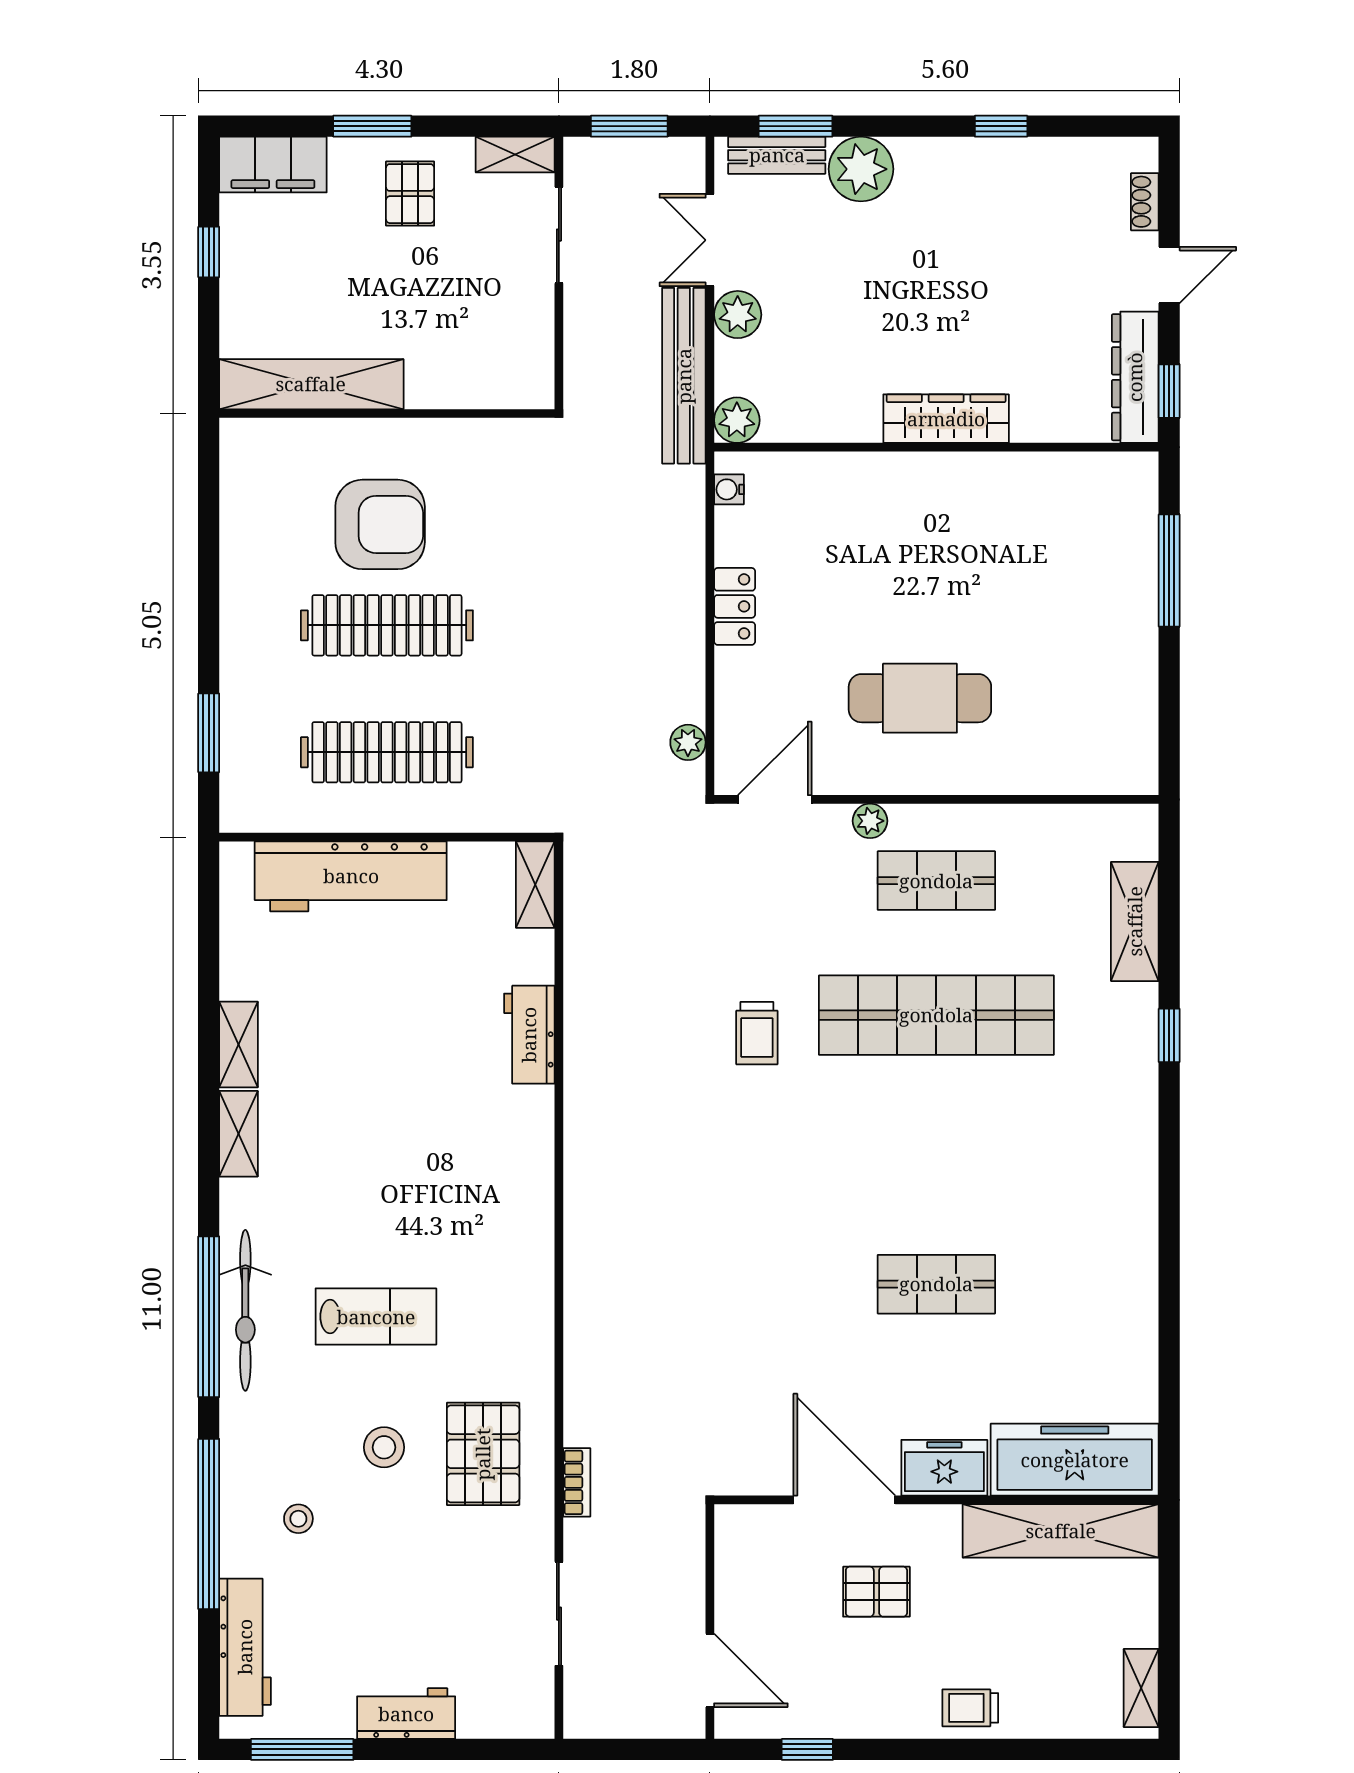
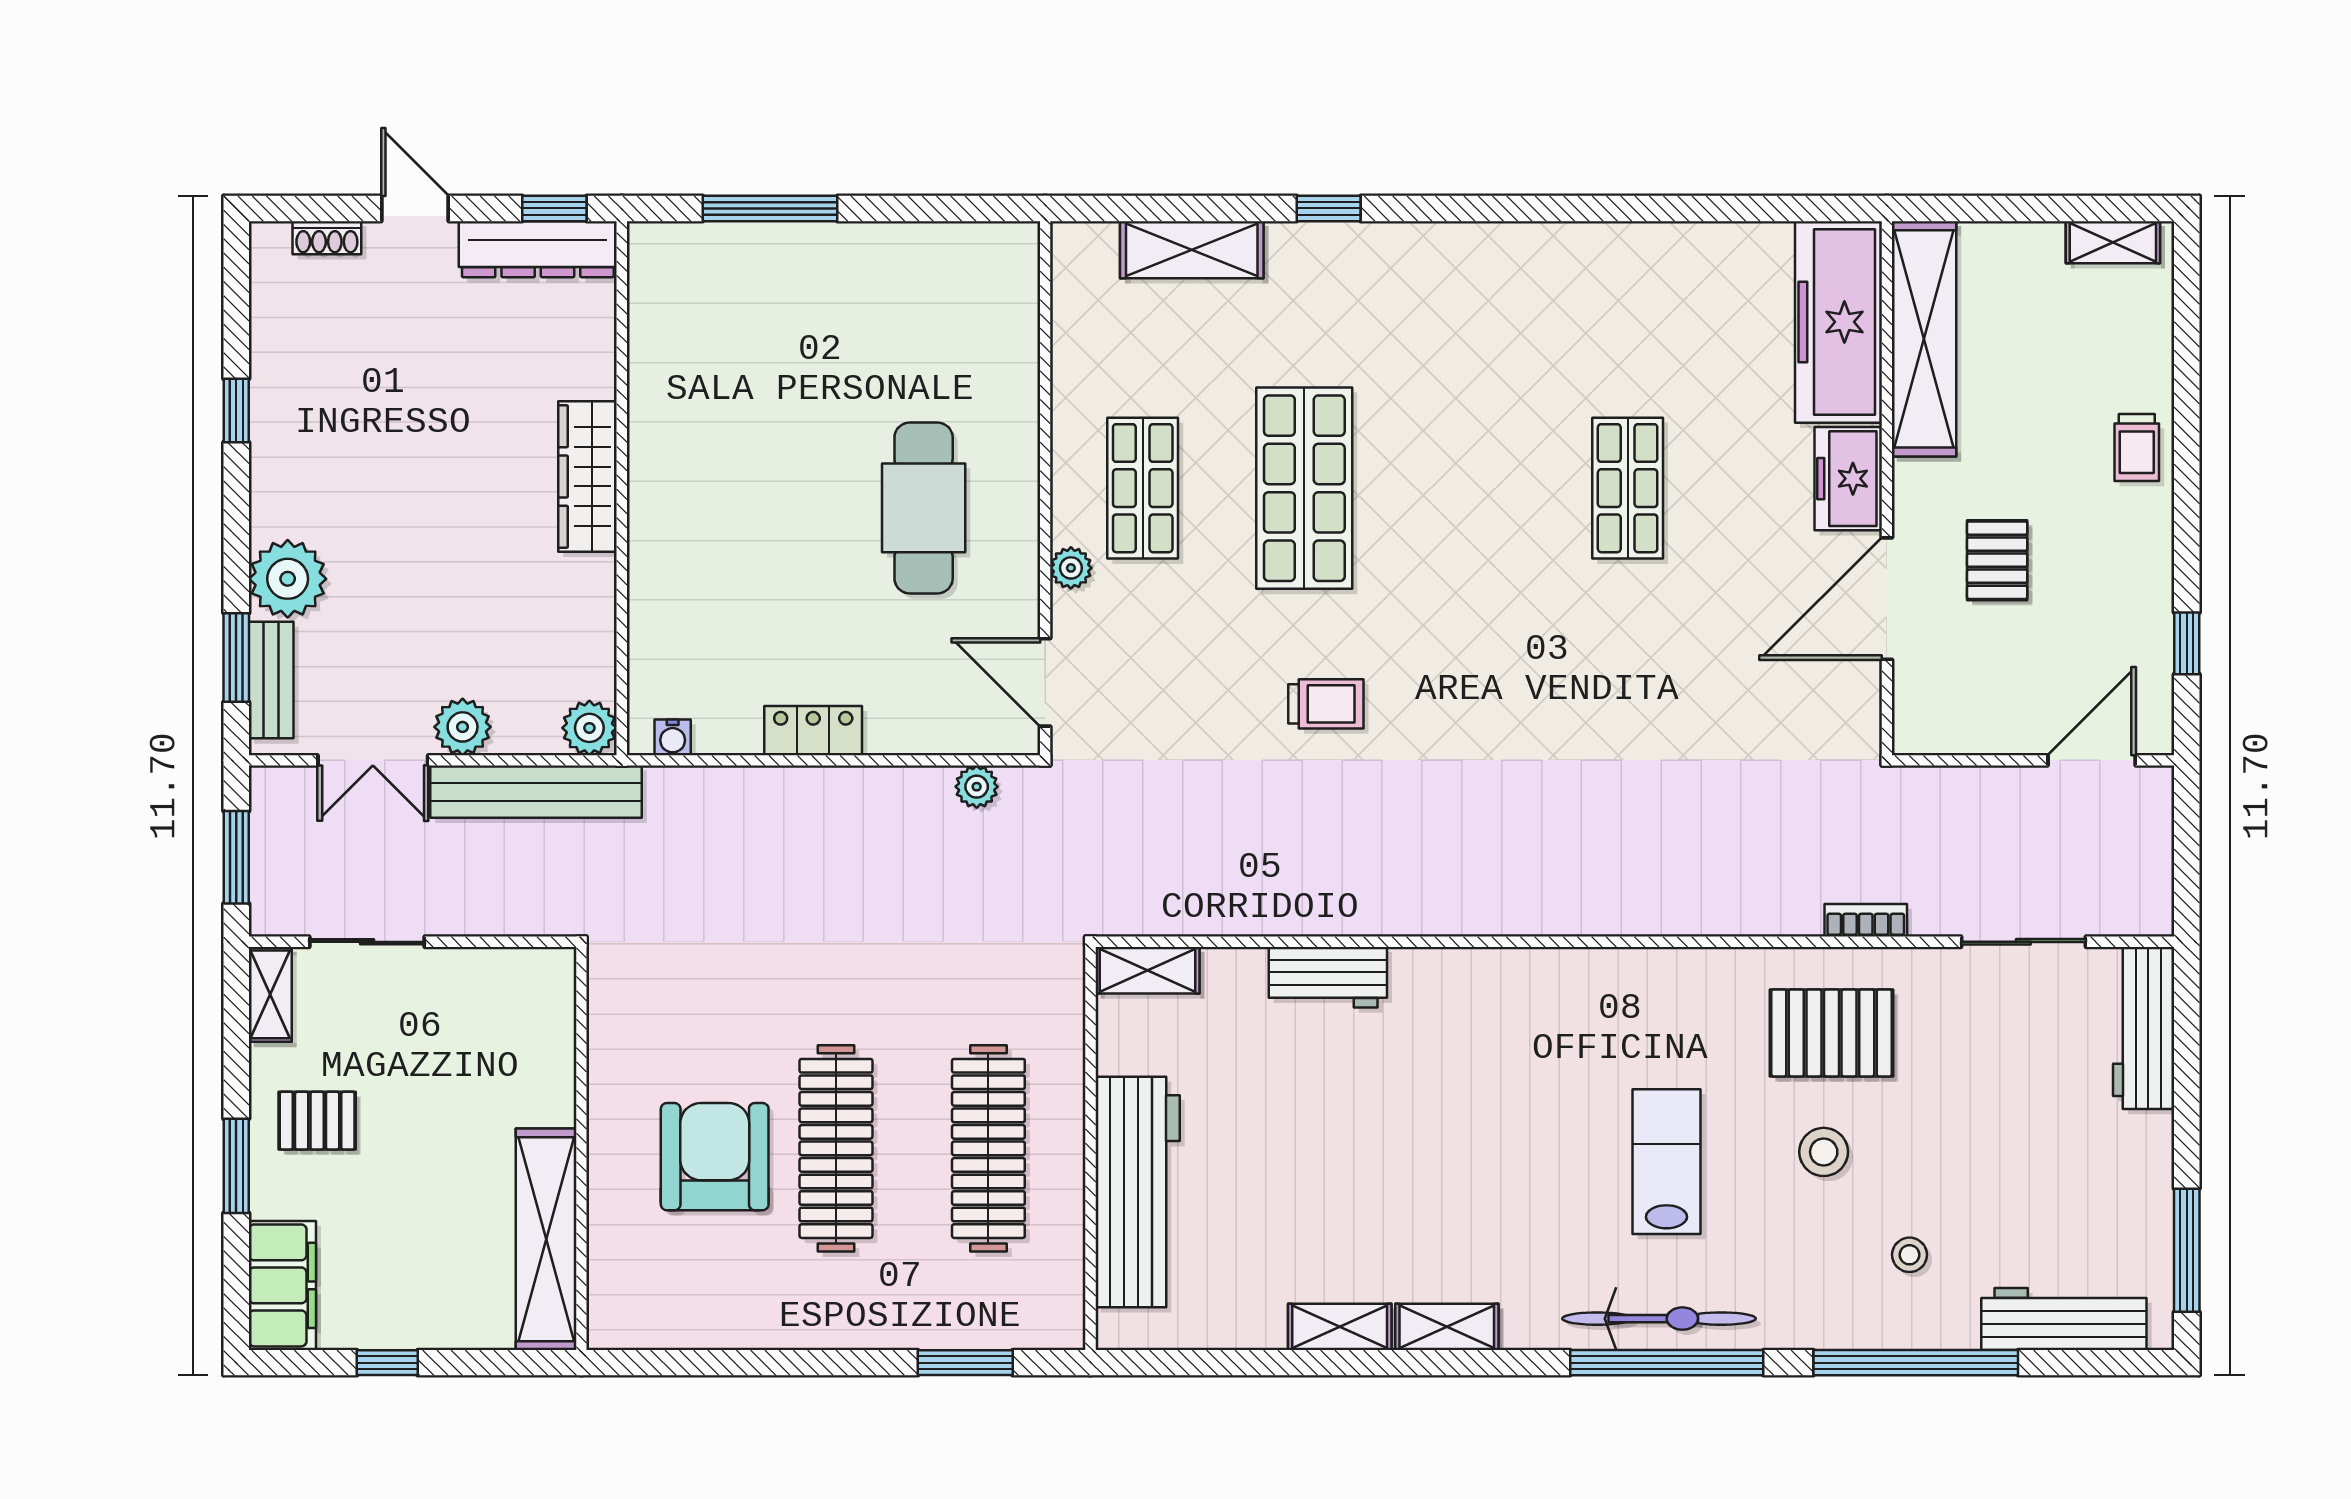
shop shelf: (936, 1015) -> (1304, 488), width x0.71
workbench: (406, 1714) -> (2144, 1028), moved, width x1.38

